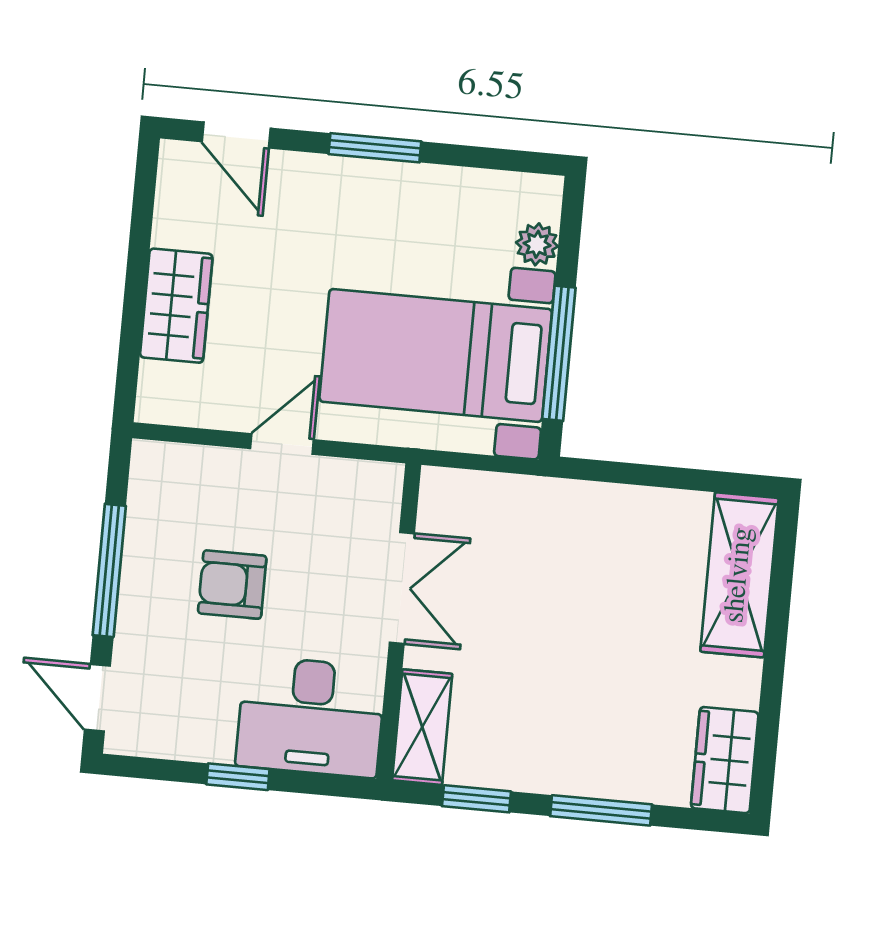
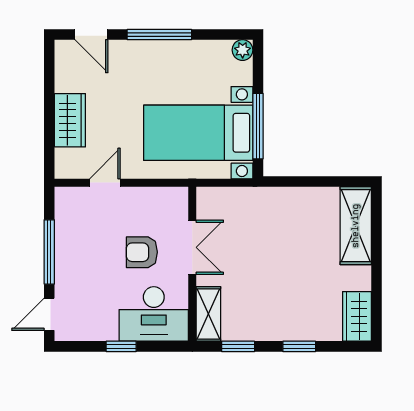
window: (375, 148) -> (159, 35), width x1.44
plant: (537, 244) -> (243, 50), moved
door: (282, 444) -> (105, 183), moved
armchair: (232, 585) -> (142, 252), moved
door: (97, 698) -> (49, 314), hinge flipped
window: (601, 810) -> (299, 346), width x0.67

